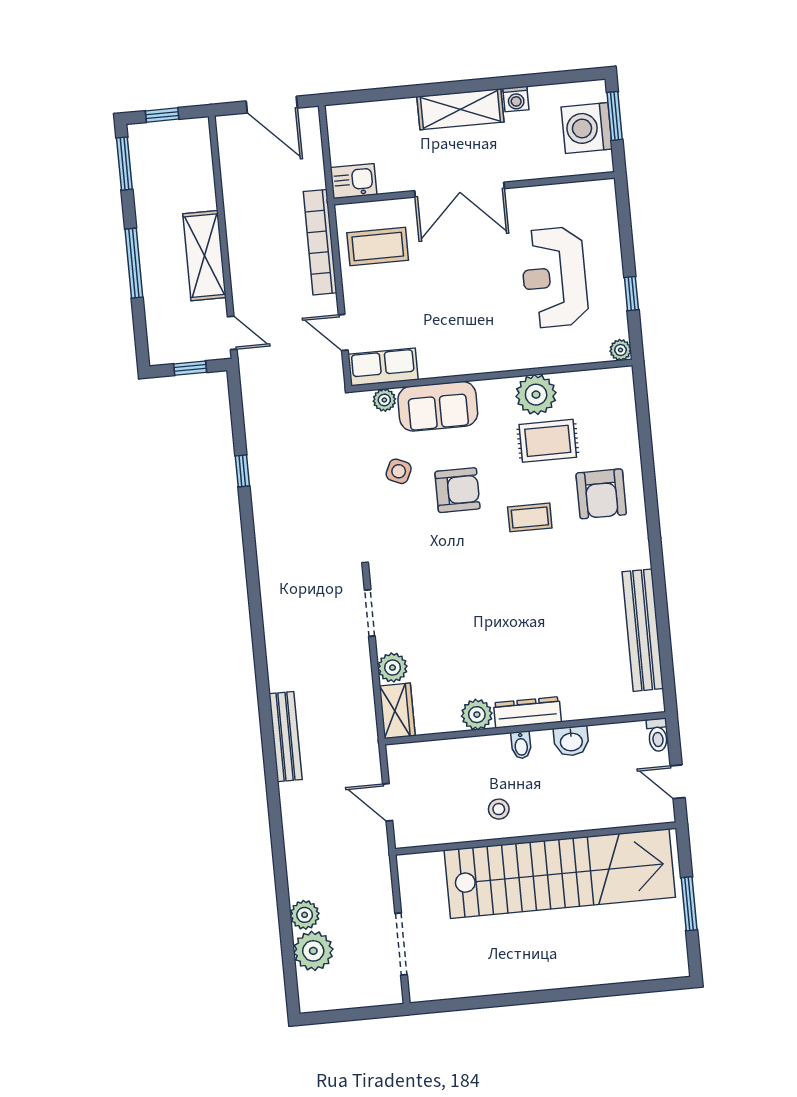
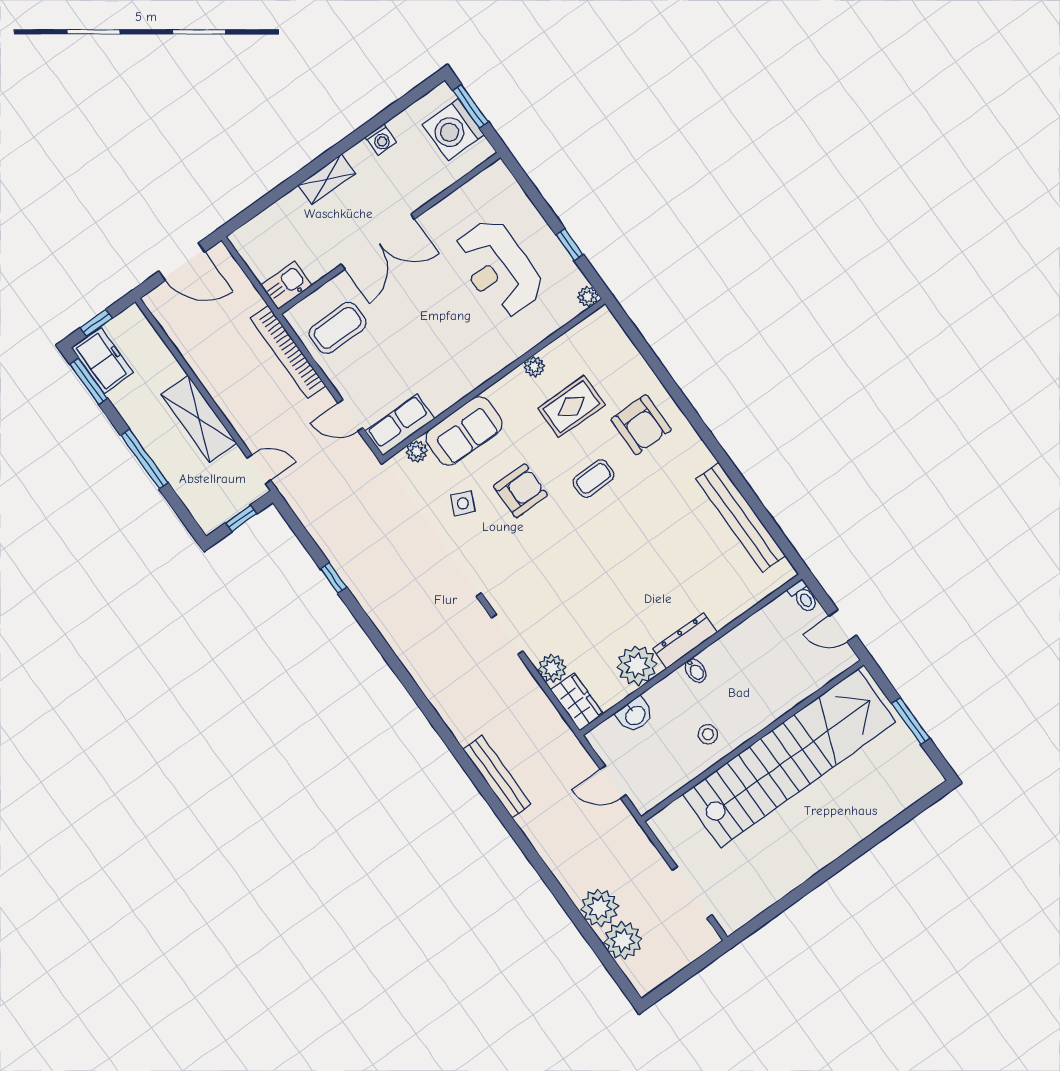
shelving: (460, 109) -> (327, 179), width x0.67, depth x0.75
freezer: (148, 152) -> (103, 361), added
plant: (536, 395) -> (534, 367), width x0.53, depth x0.53
plant: (477, 715) -> (637, 665), width x1.36, depth x1.36
washbasin: (571, 741) -> (635, 715), moved
plant: (305, 915) -> (600, 908), width x1.36, depth x1.36

